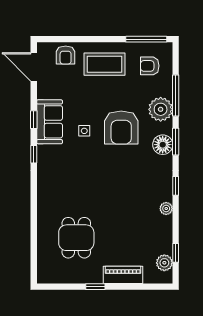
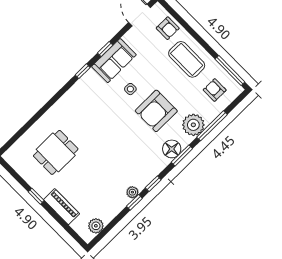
armchair: (66, 55) -> (168, 28), turned -90
window: (176, 253) -> (134, 202), moved

